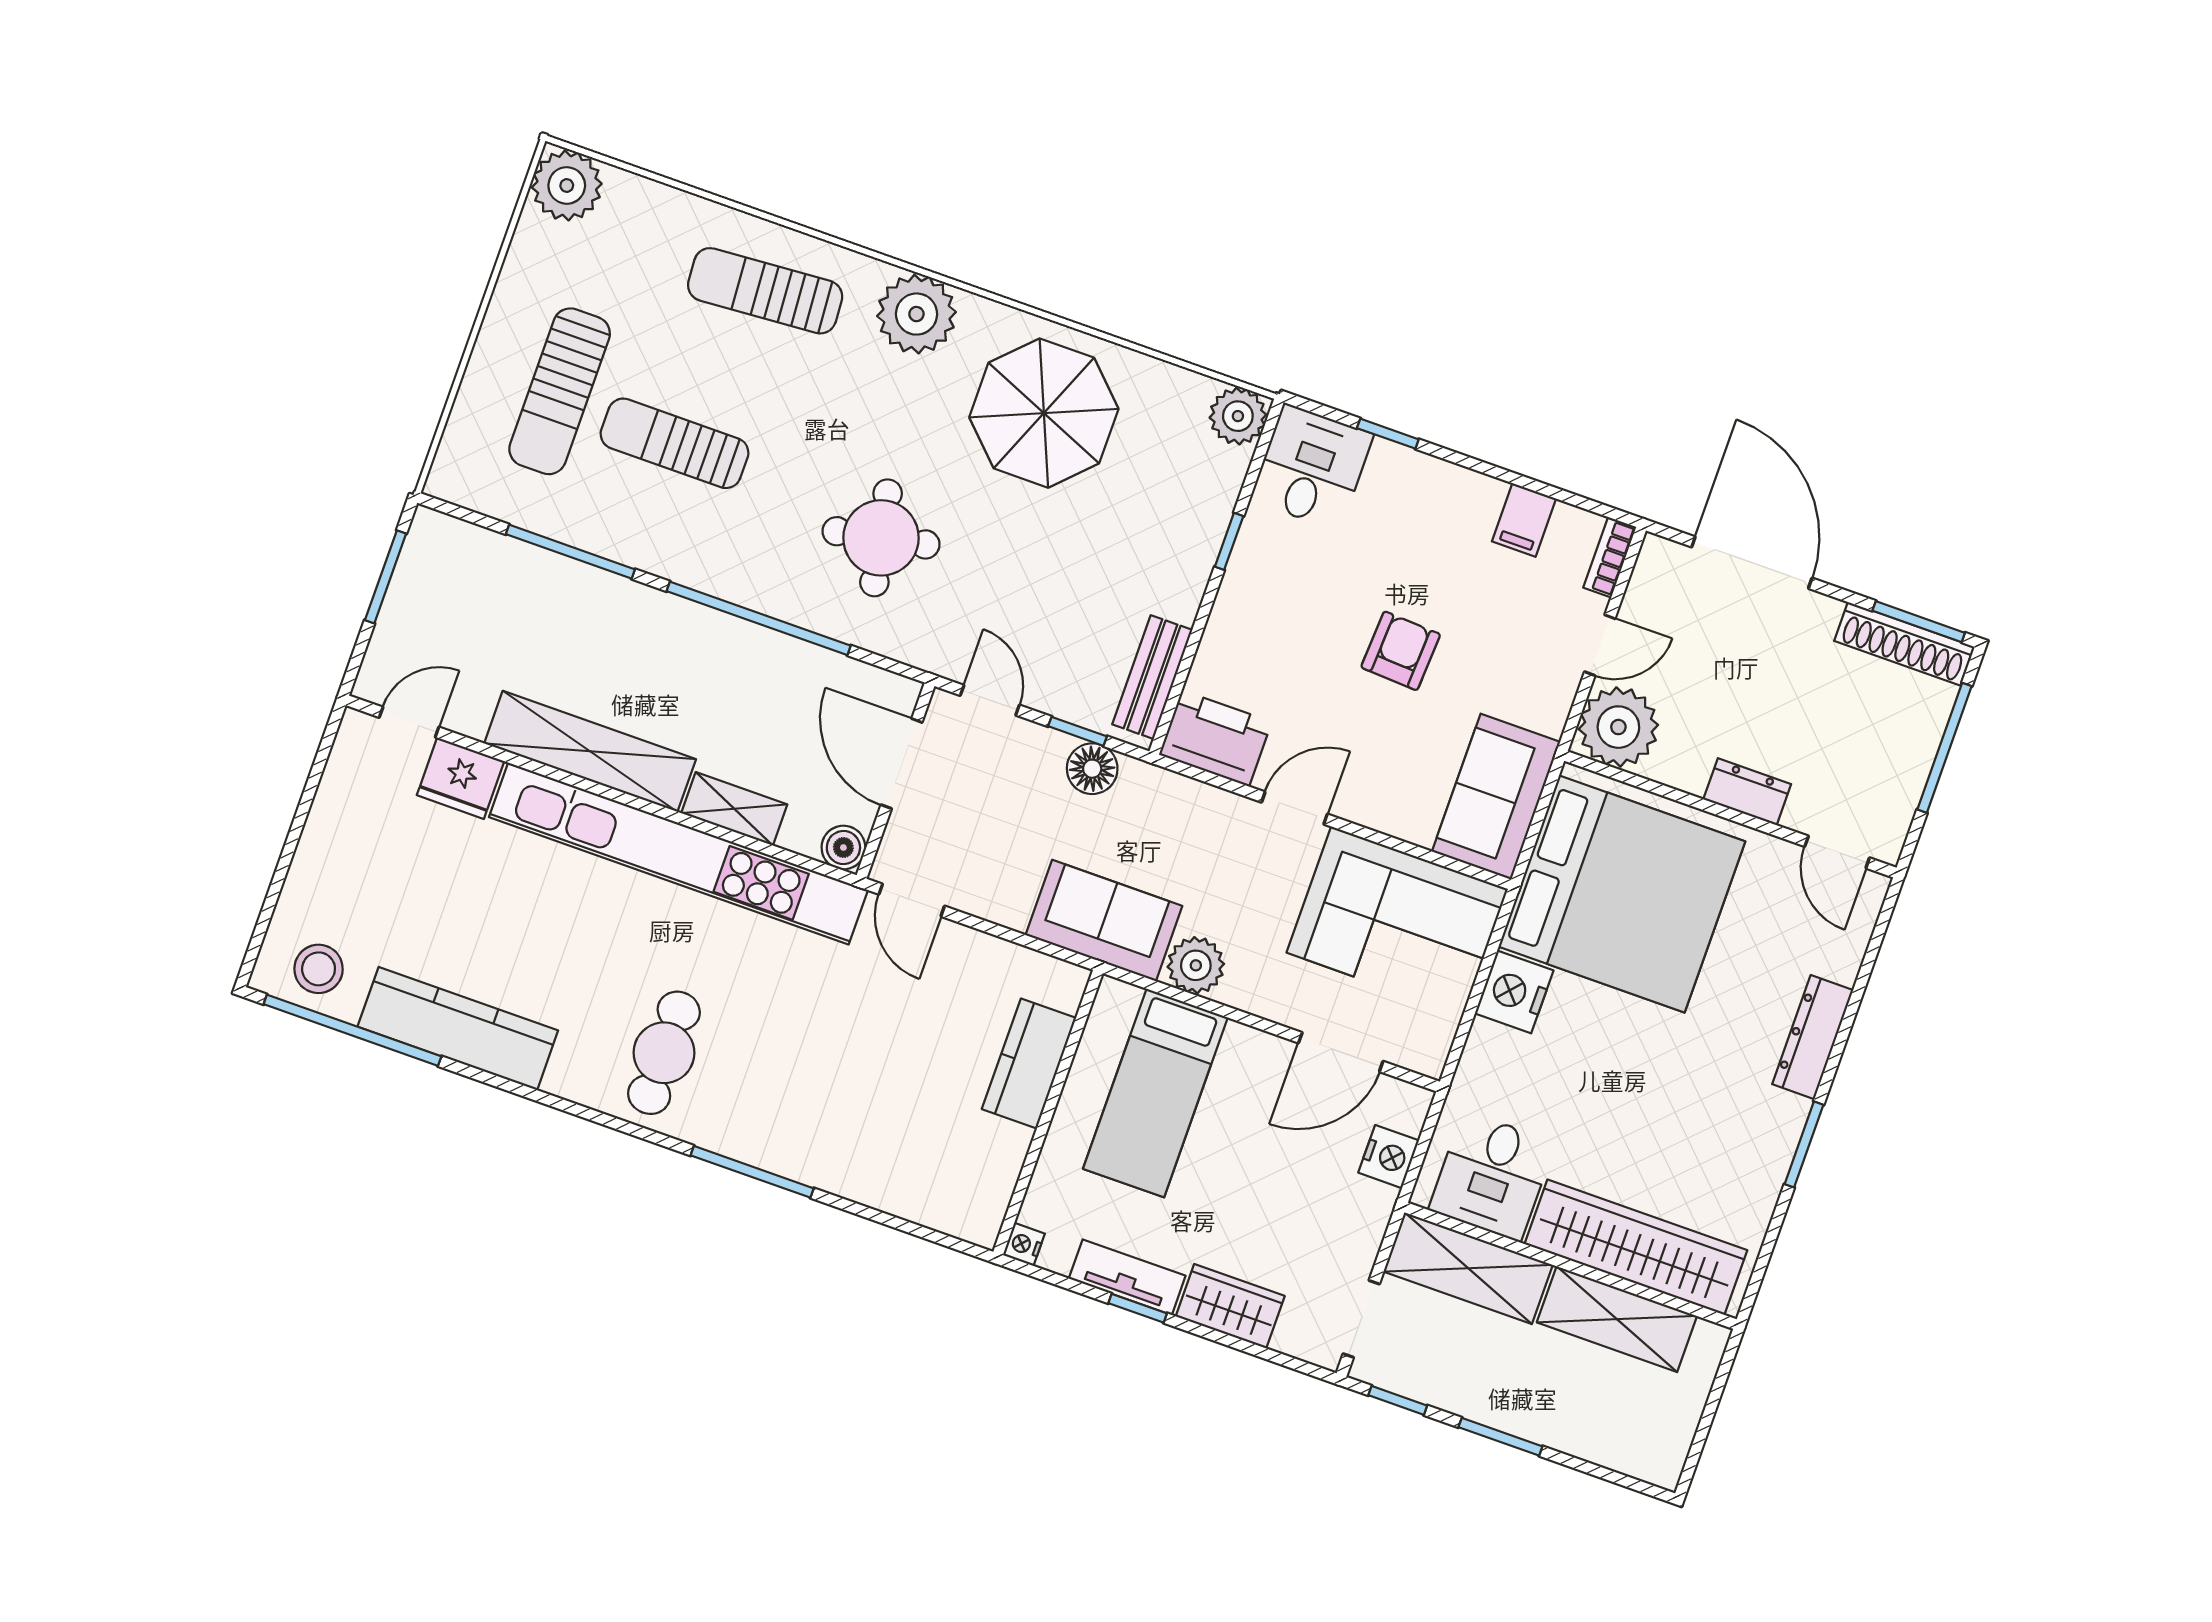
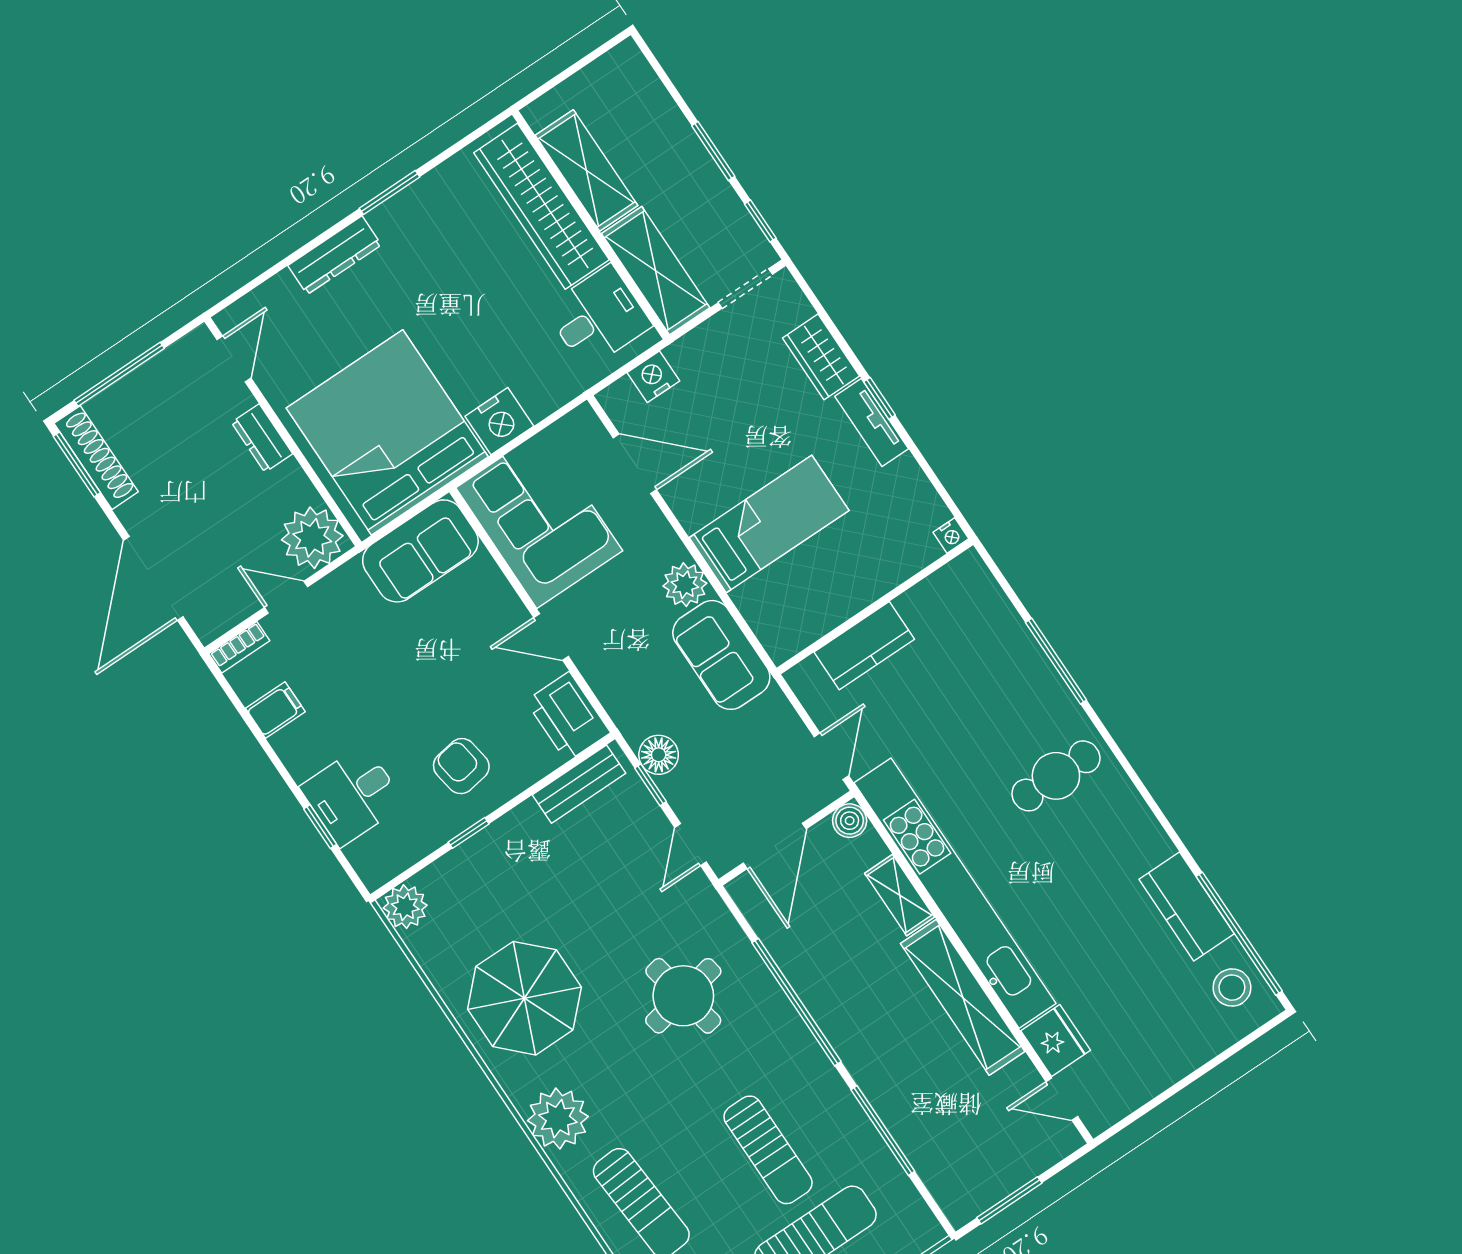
desk: (1312, 467) -> (352, 795), moved
armchair: (1401, 651) -> (461, 766), moved, turned 78
kitchen counter: (458, 1029) -> (1187, 906), width x0.67
kitchen counter: (1029, 1064) -> (864, 646), moved
wall: (1048, 1112) -> (875, 606), moved
nightstand: (1024, 1244) -> (951, 535), moved

